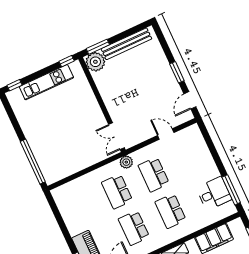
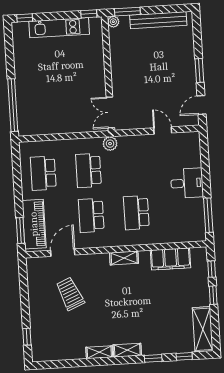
plant: (95, 62) -> (113, 22), width x0.53, depth x0.53
school desk: (154, 174) -> (43, 173), moved
desk: (214, 194) -> (187, 183), moved

